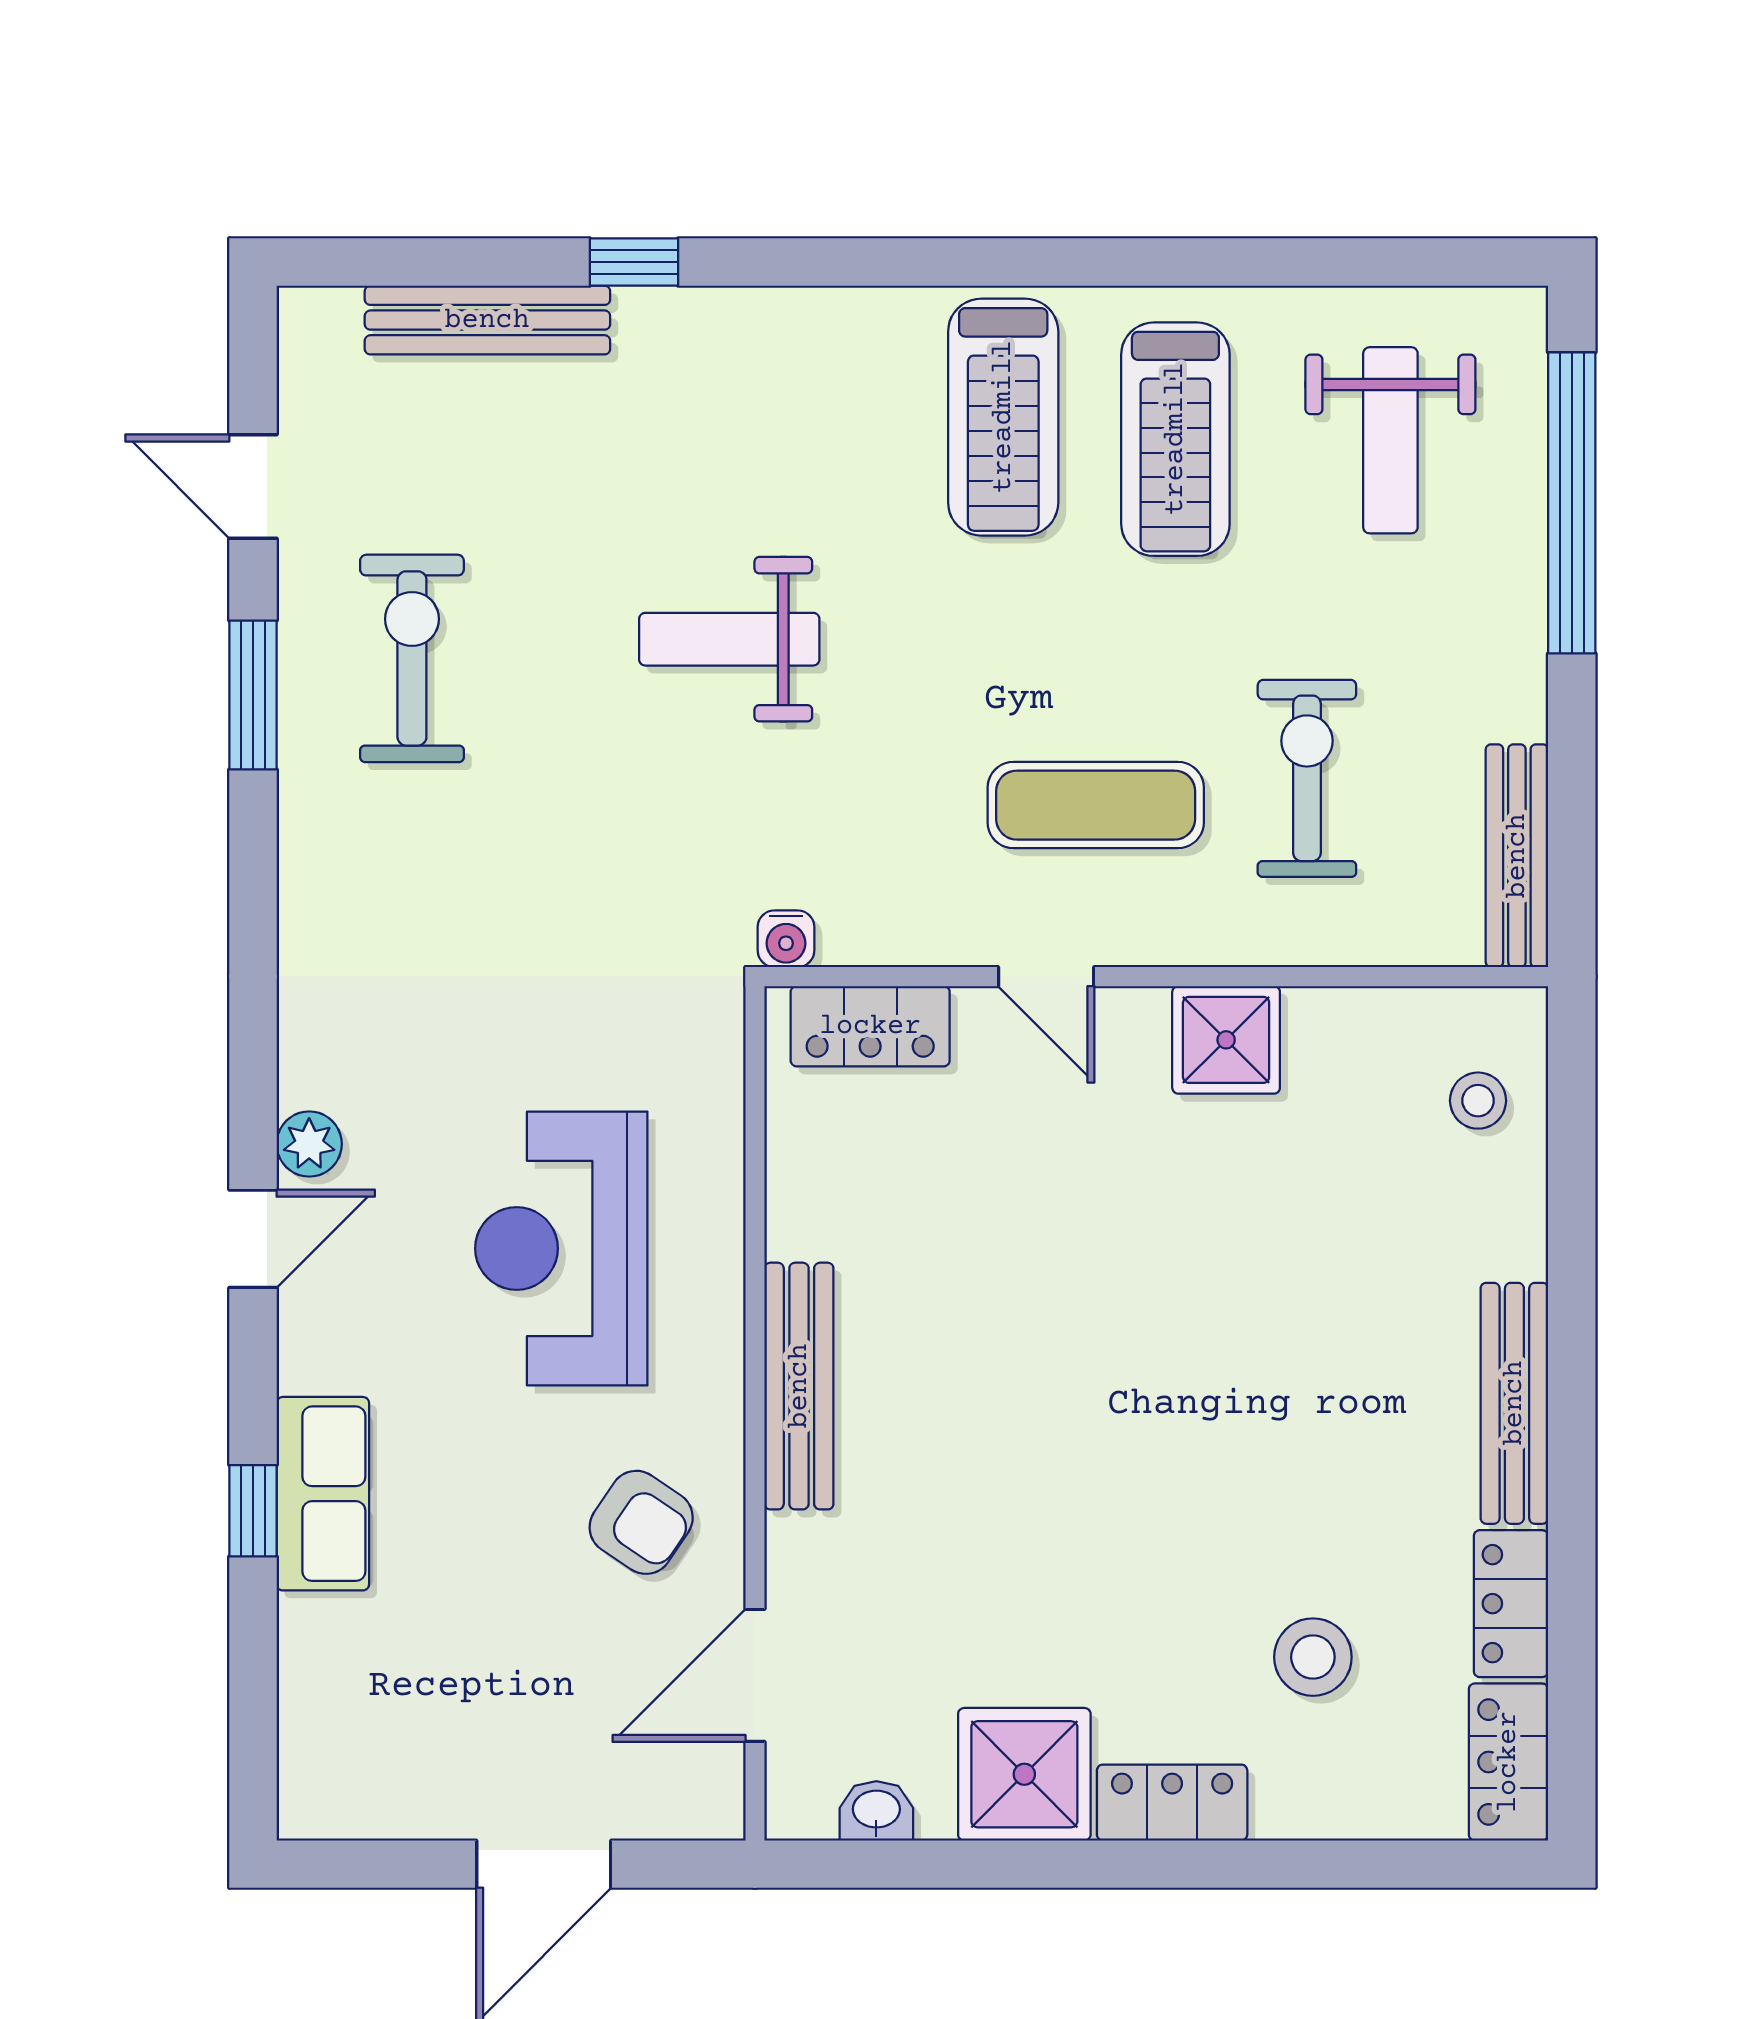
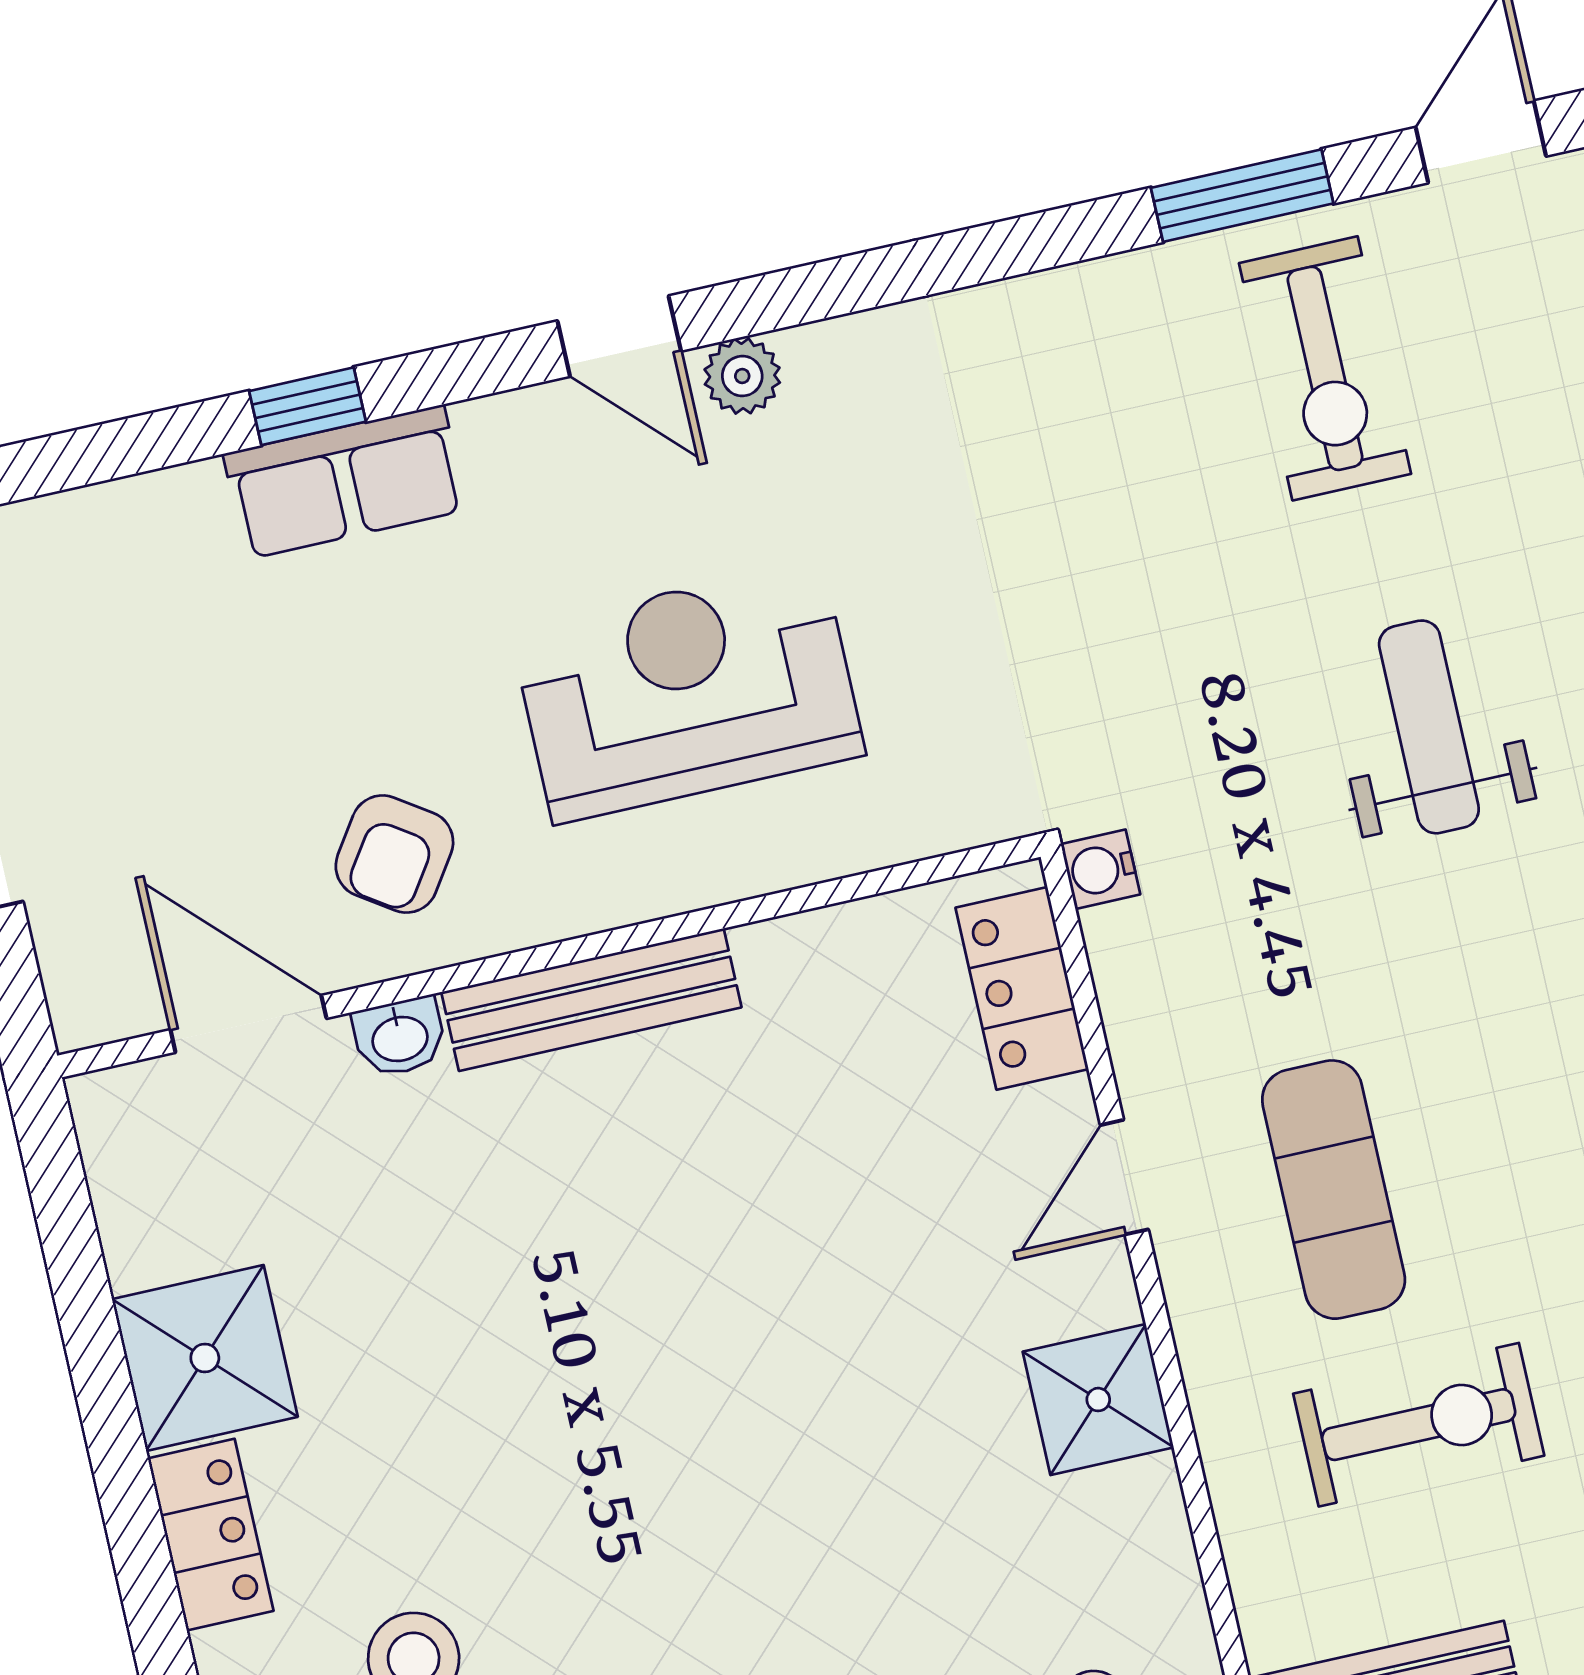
exercise bike: (412, 658) -> (1325, 368), turned 90
washbasin: (876, 1811) -> (400, 1037), moved, turned 90

